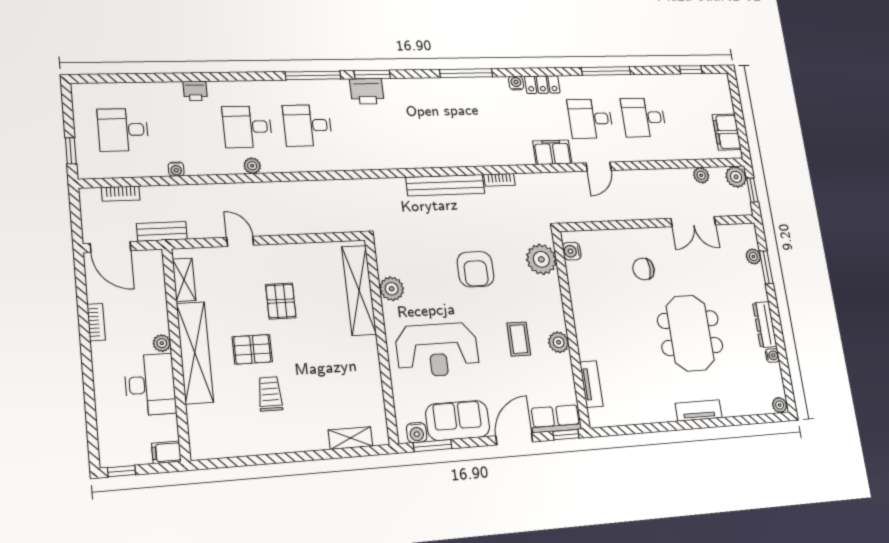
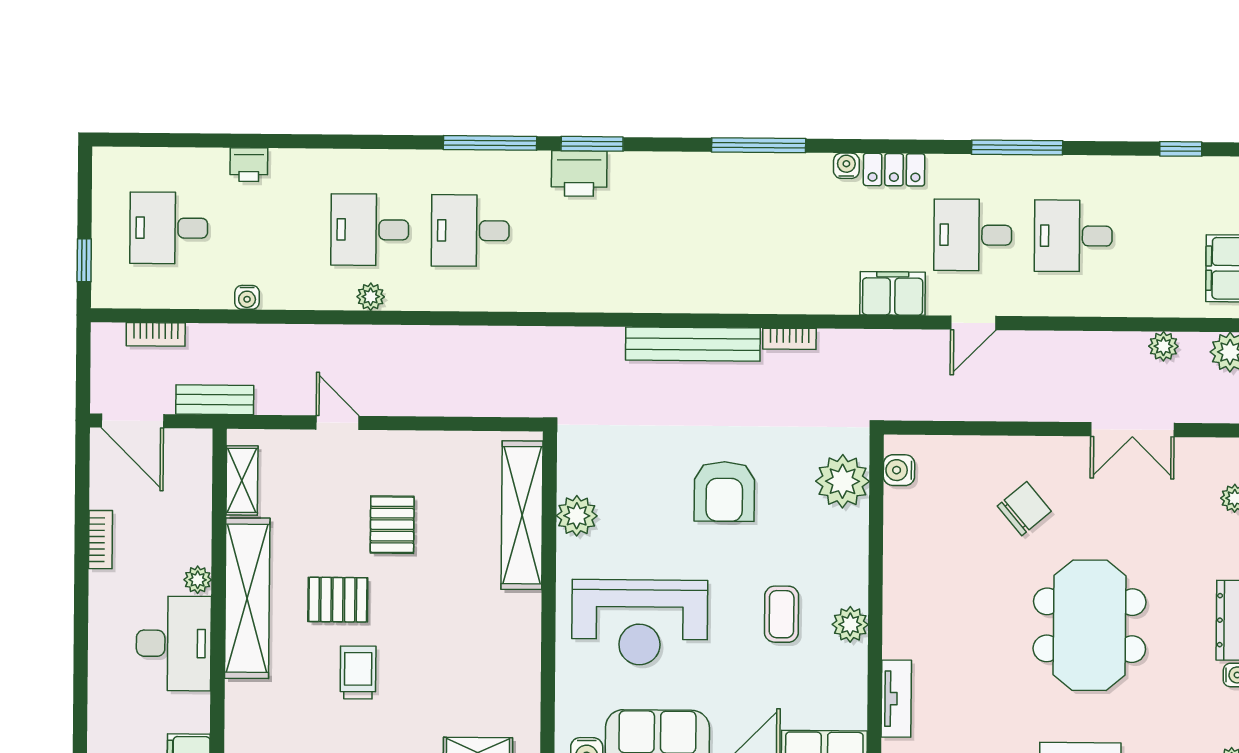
printer: (195, 91) -> (249, 165), moved
chair: (644, 269) -> (1024, 509), turned 140

